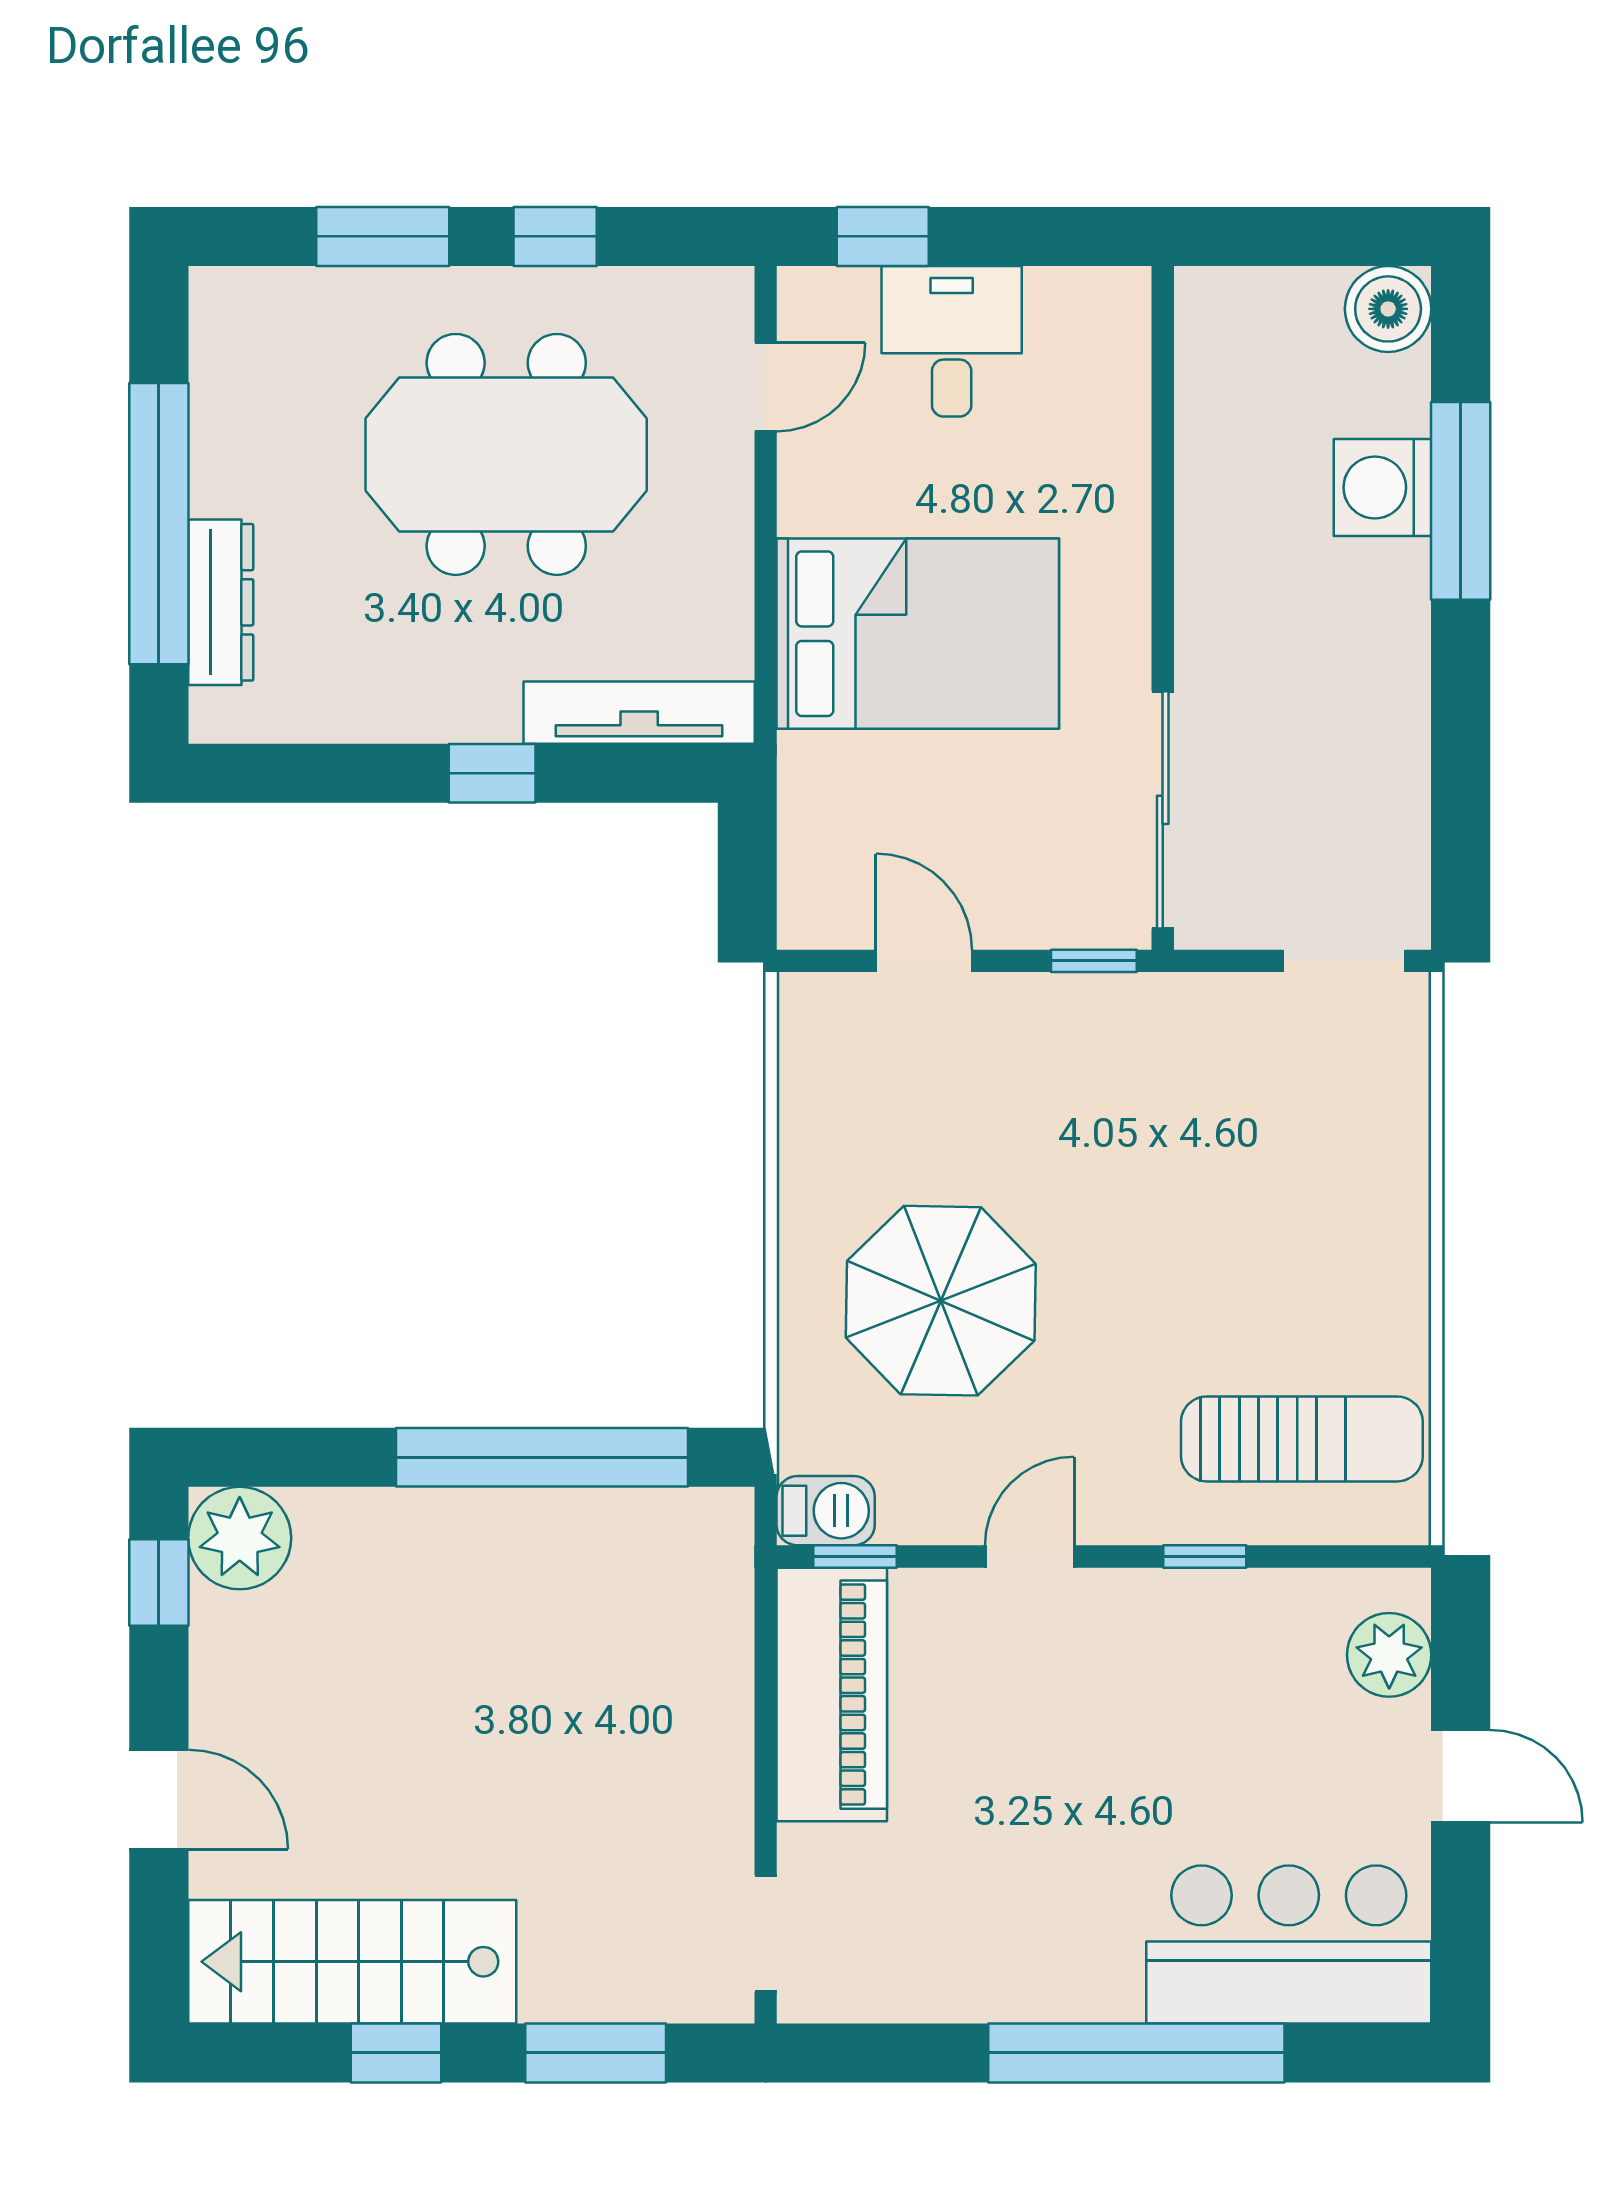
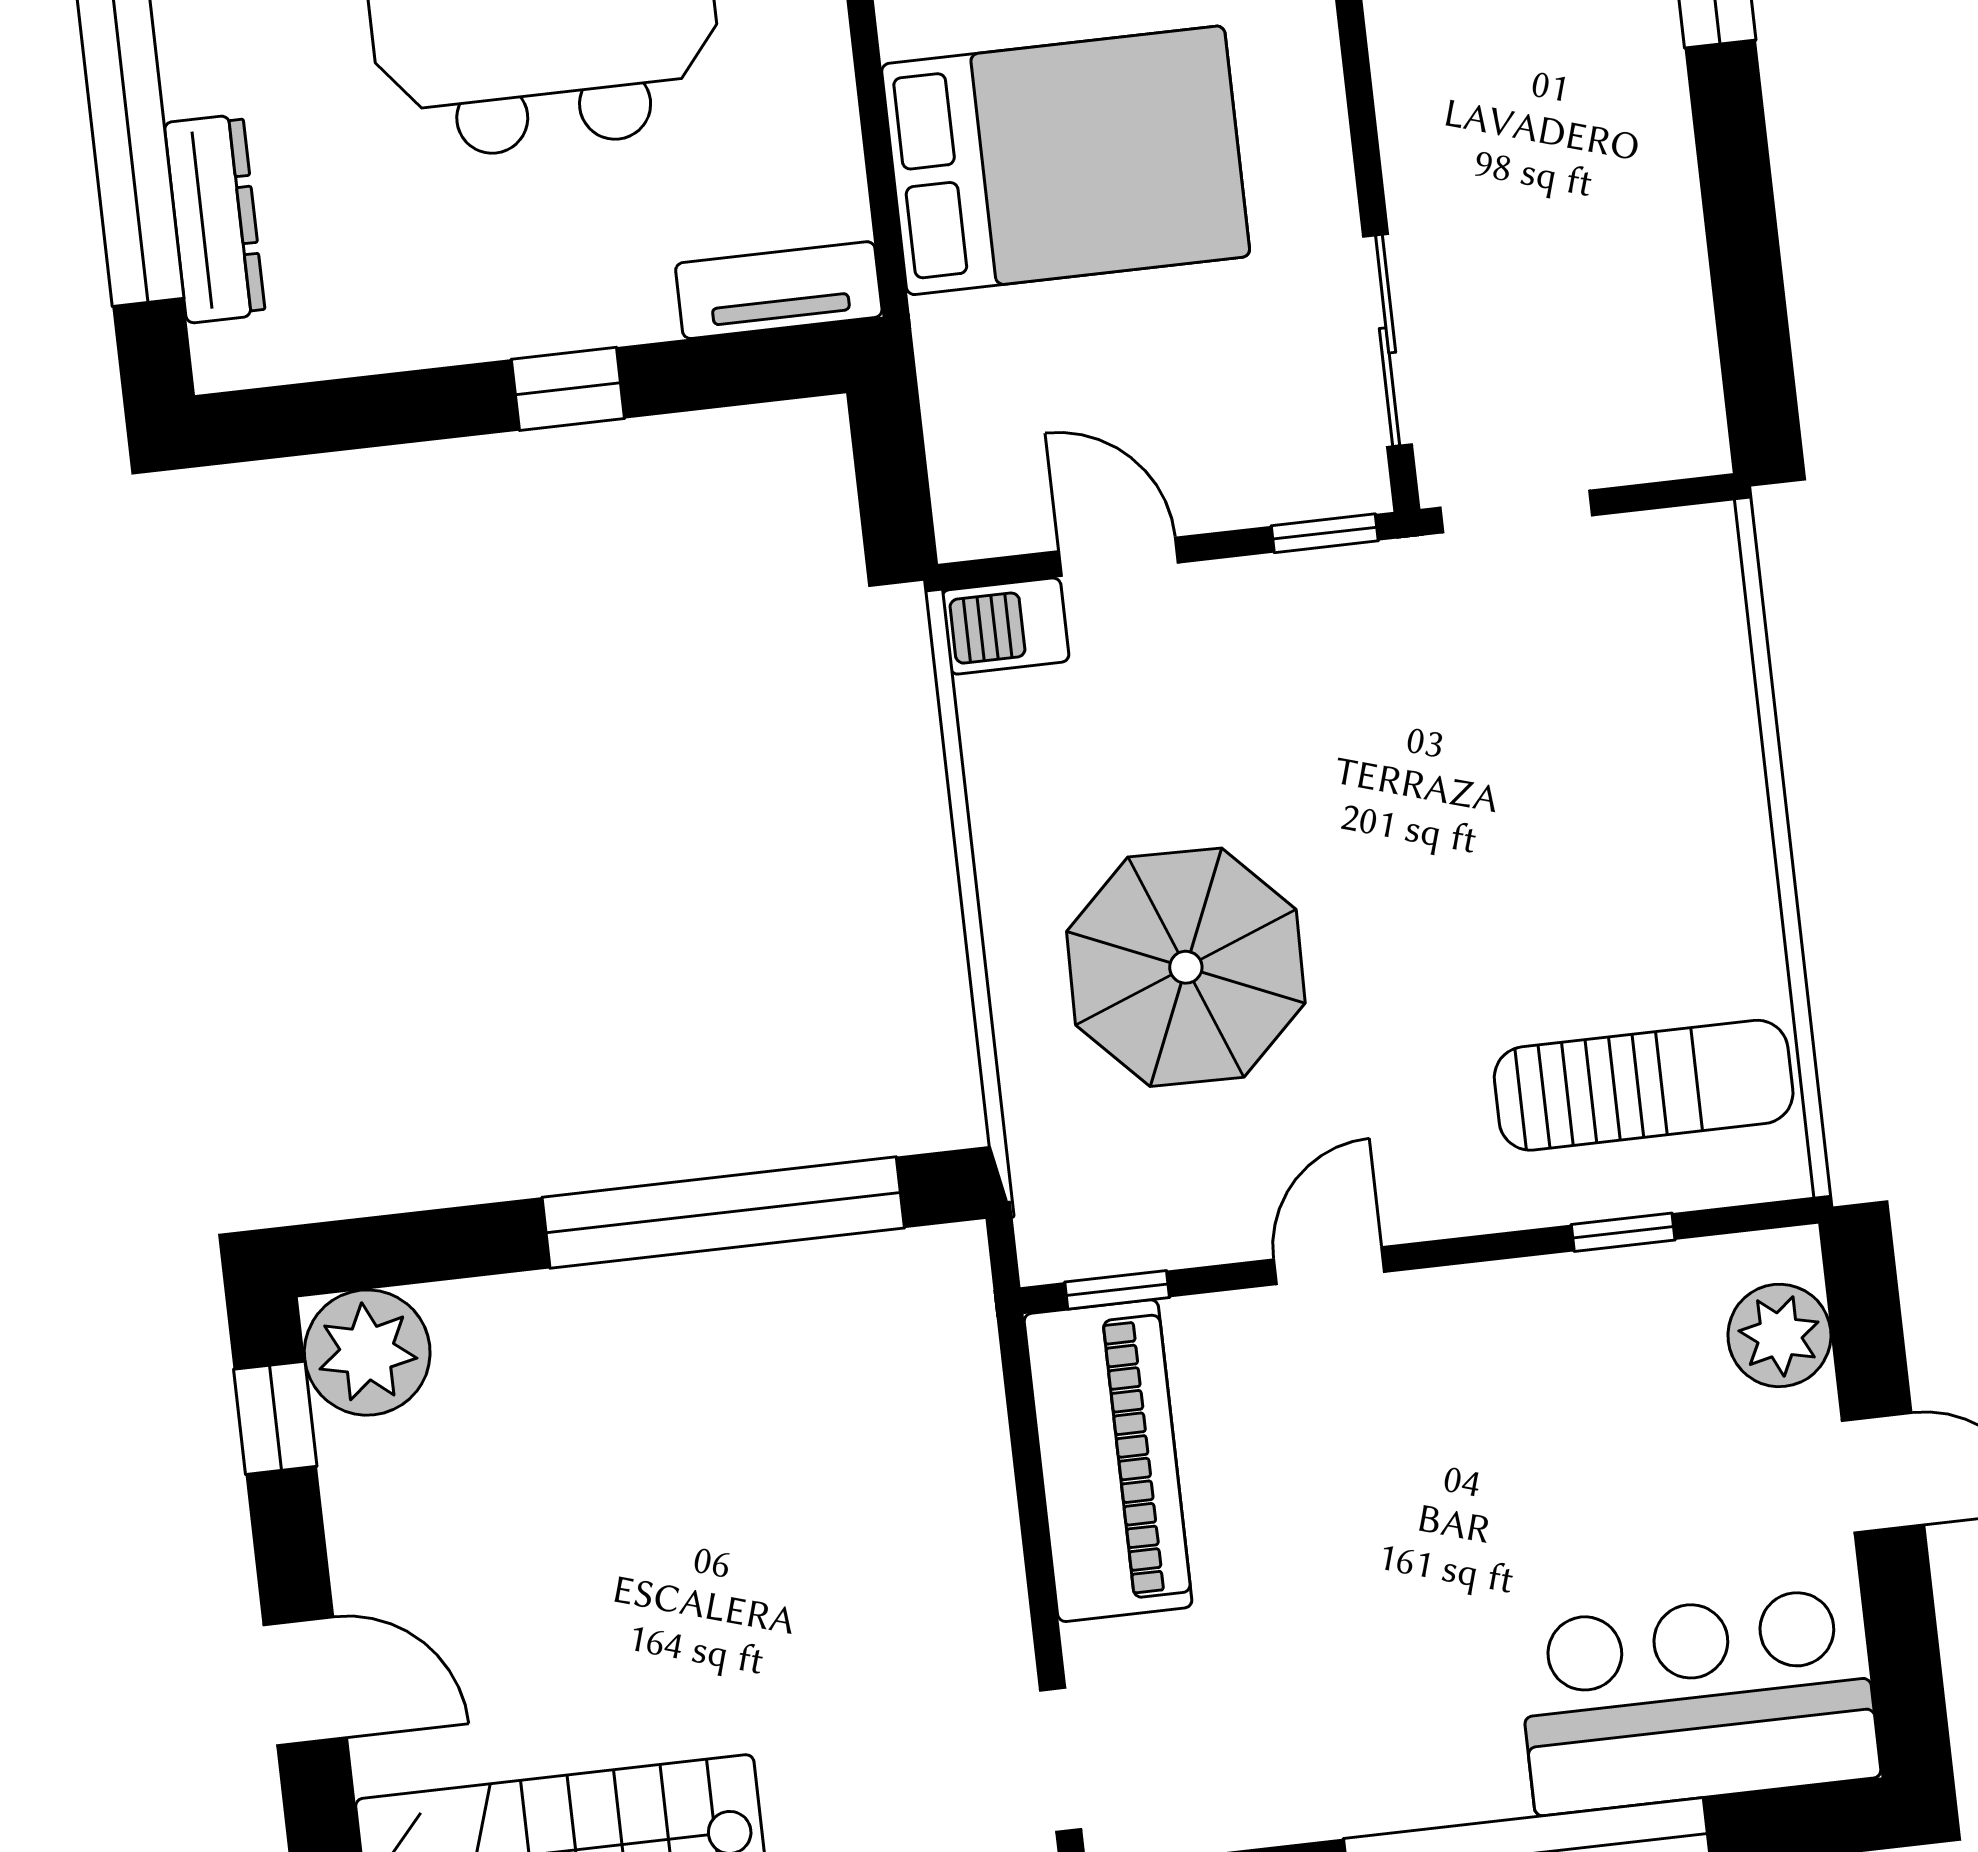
tv unit: (639, 713) -> (779, 290), width x0.71
sliding door: (1163, 810) -> (1388, 340), width x0.73
doorway: (1344, 961) -> (1516, 511), moved
barbecue: (826, 1511) -> (1005, 626), moved, turned 180
window: (1205, 1557) -> (1623, 1232), moved

